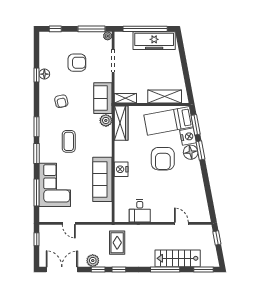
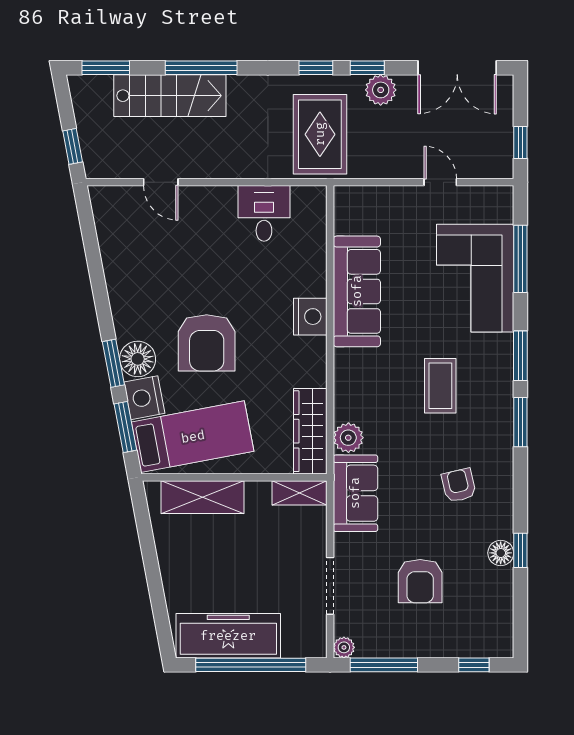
armchair: (77, 63) -> (420, 581), turned -90
armchair: (163, 159) -> (207, 343), turned 180
rug: (117, 243) -> (320, 134), width x1.36, depth x1.43

